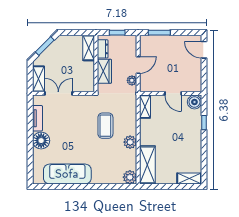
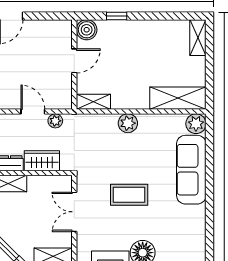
double door: (58, 93) -> (74, 212), moved
coffee table: (105, 126) -> (129, 195), moved
plant: (130, 142) -> (128, 123), moved
sofa: (67, 174) -> (191, 170), moved

